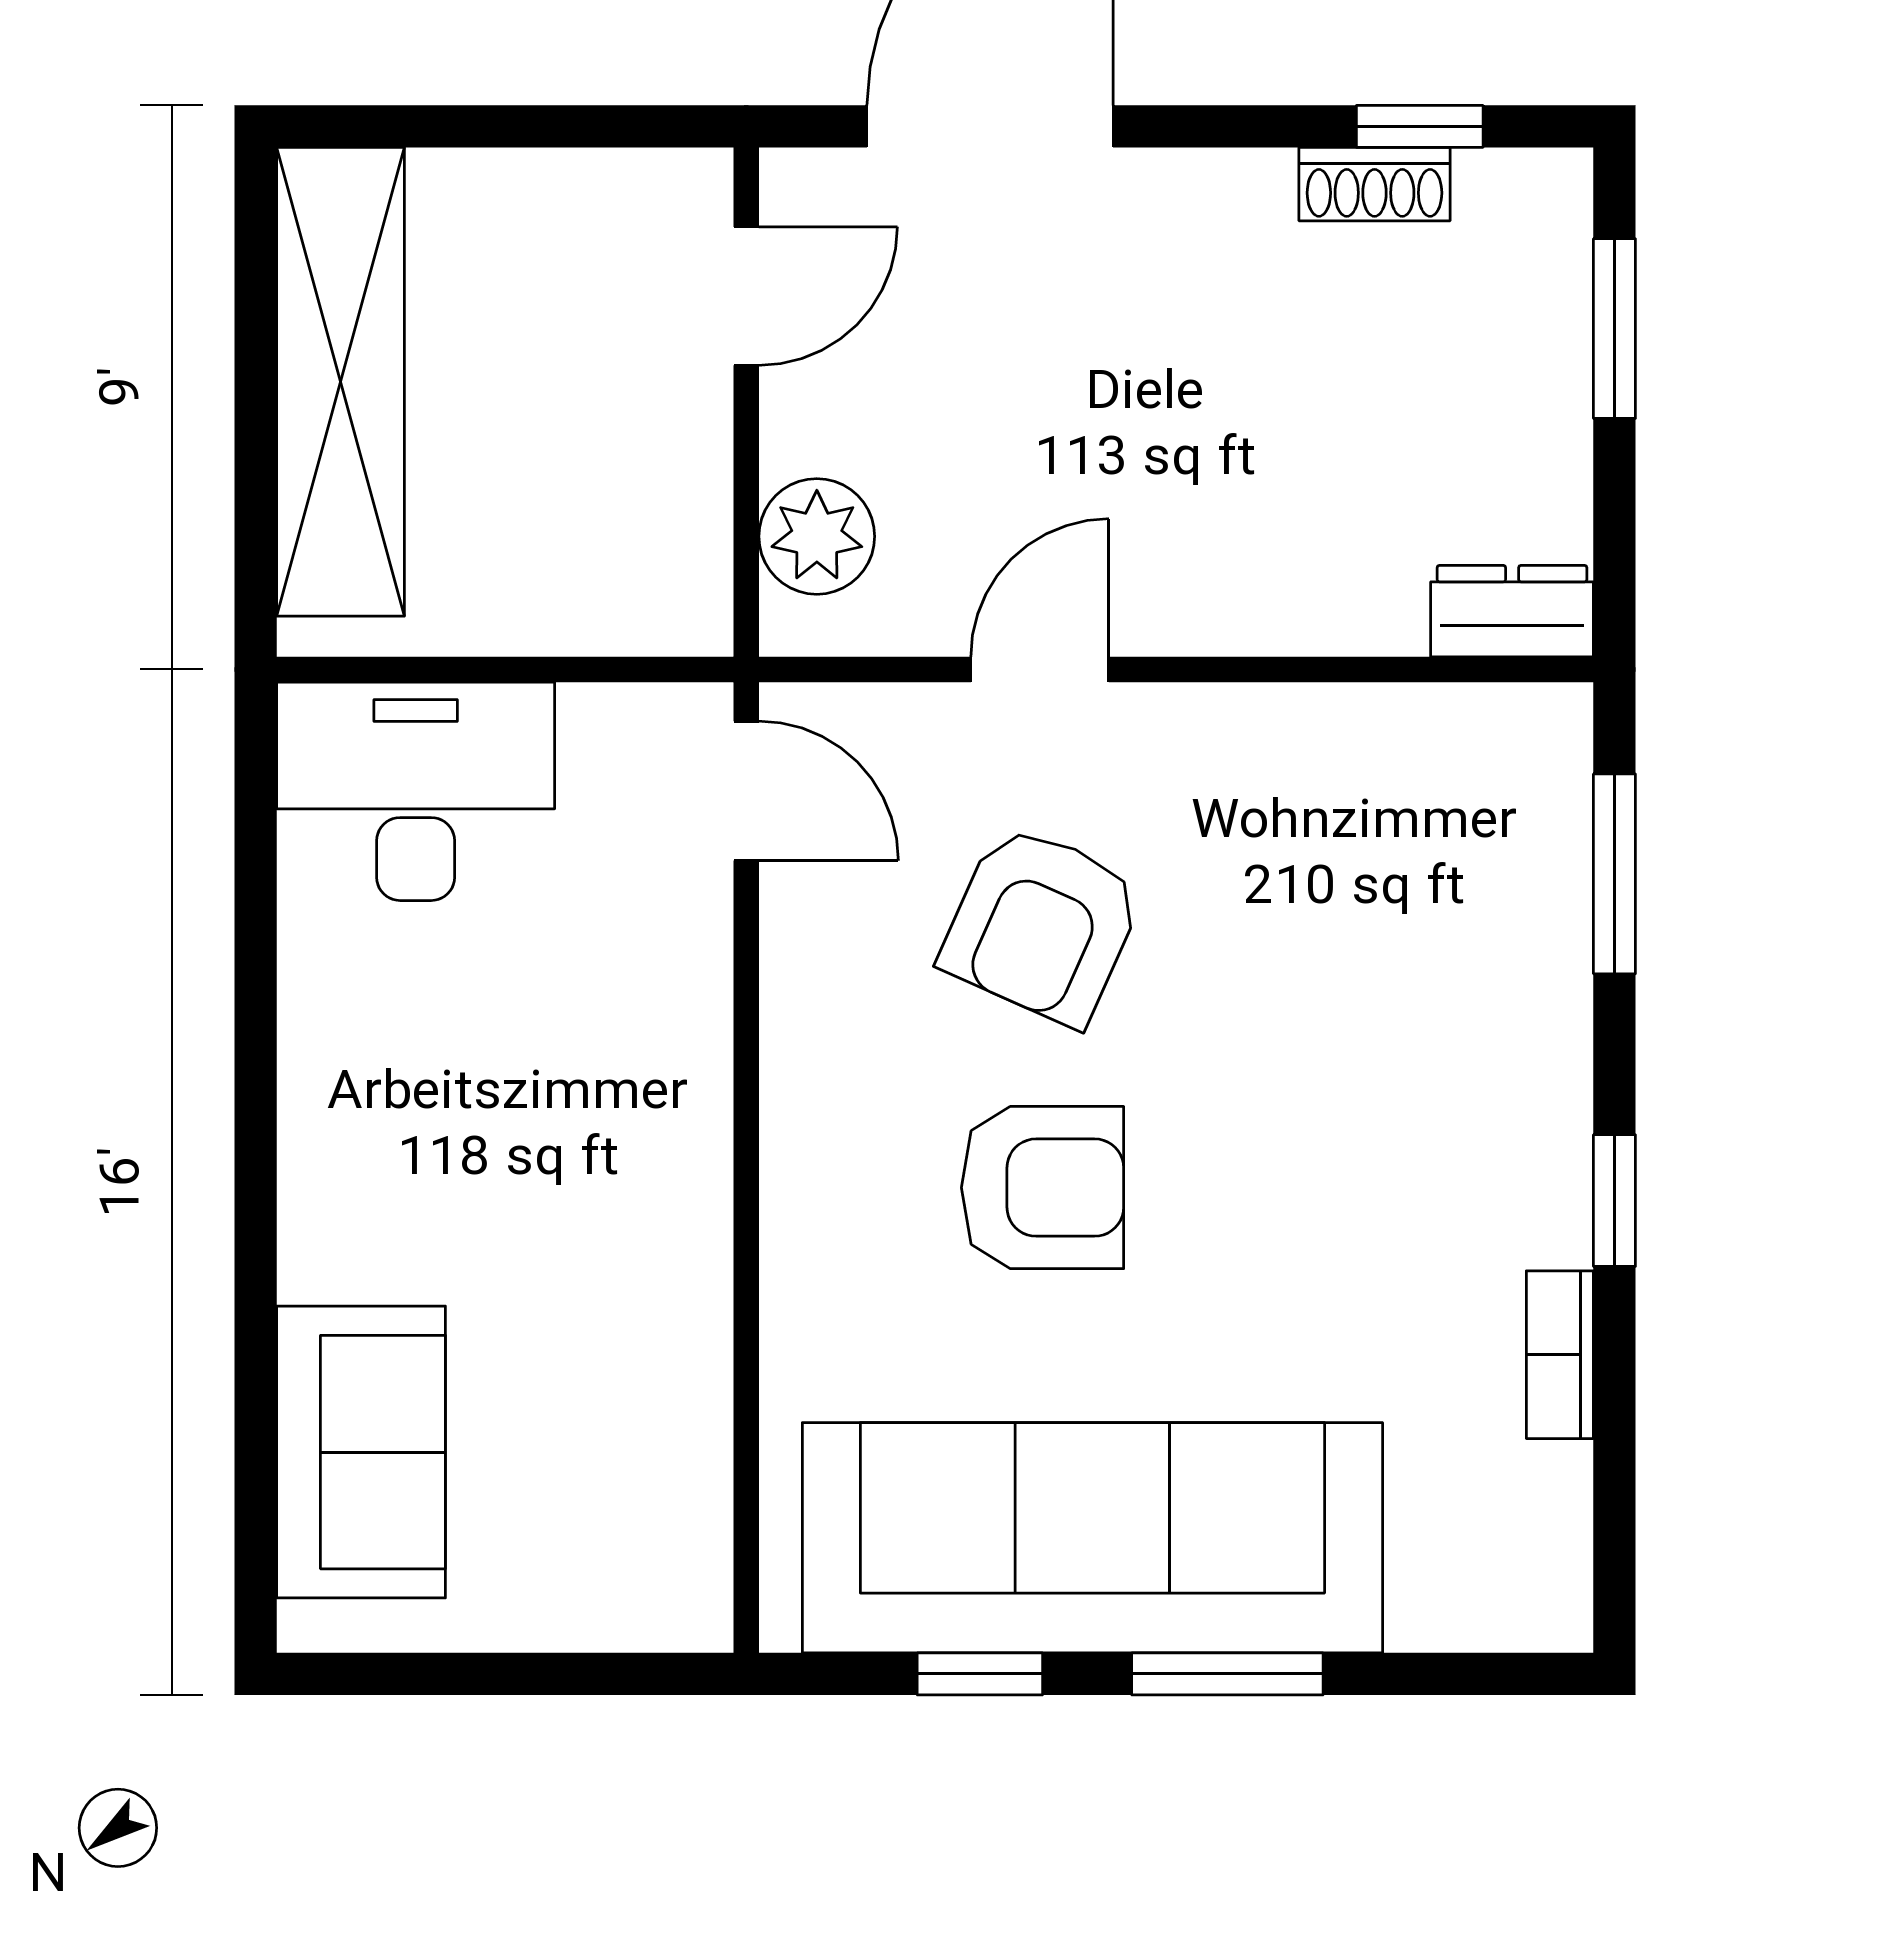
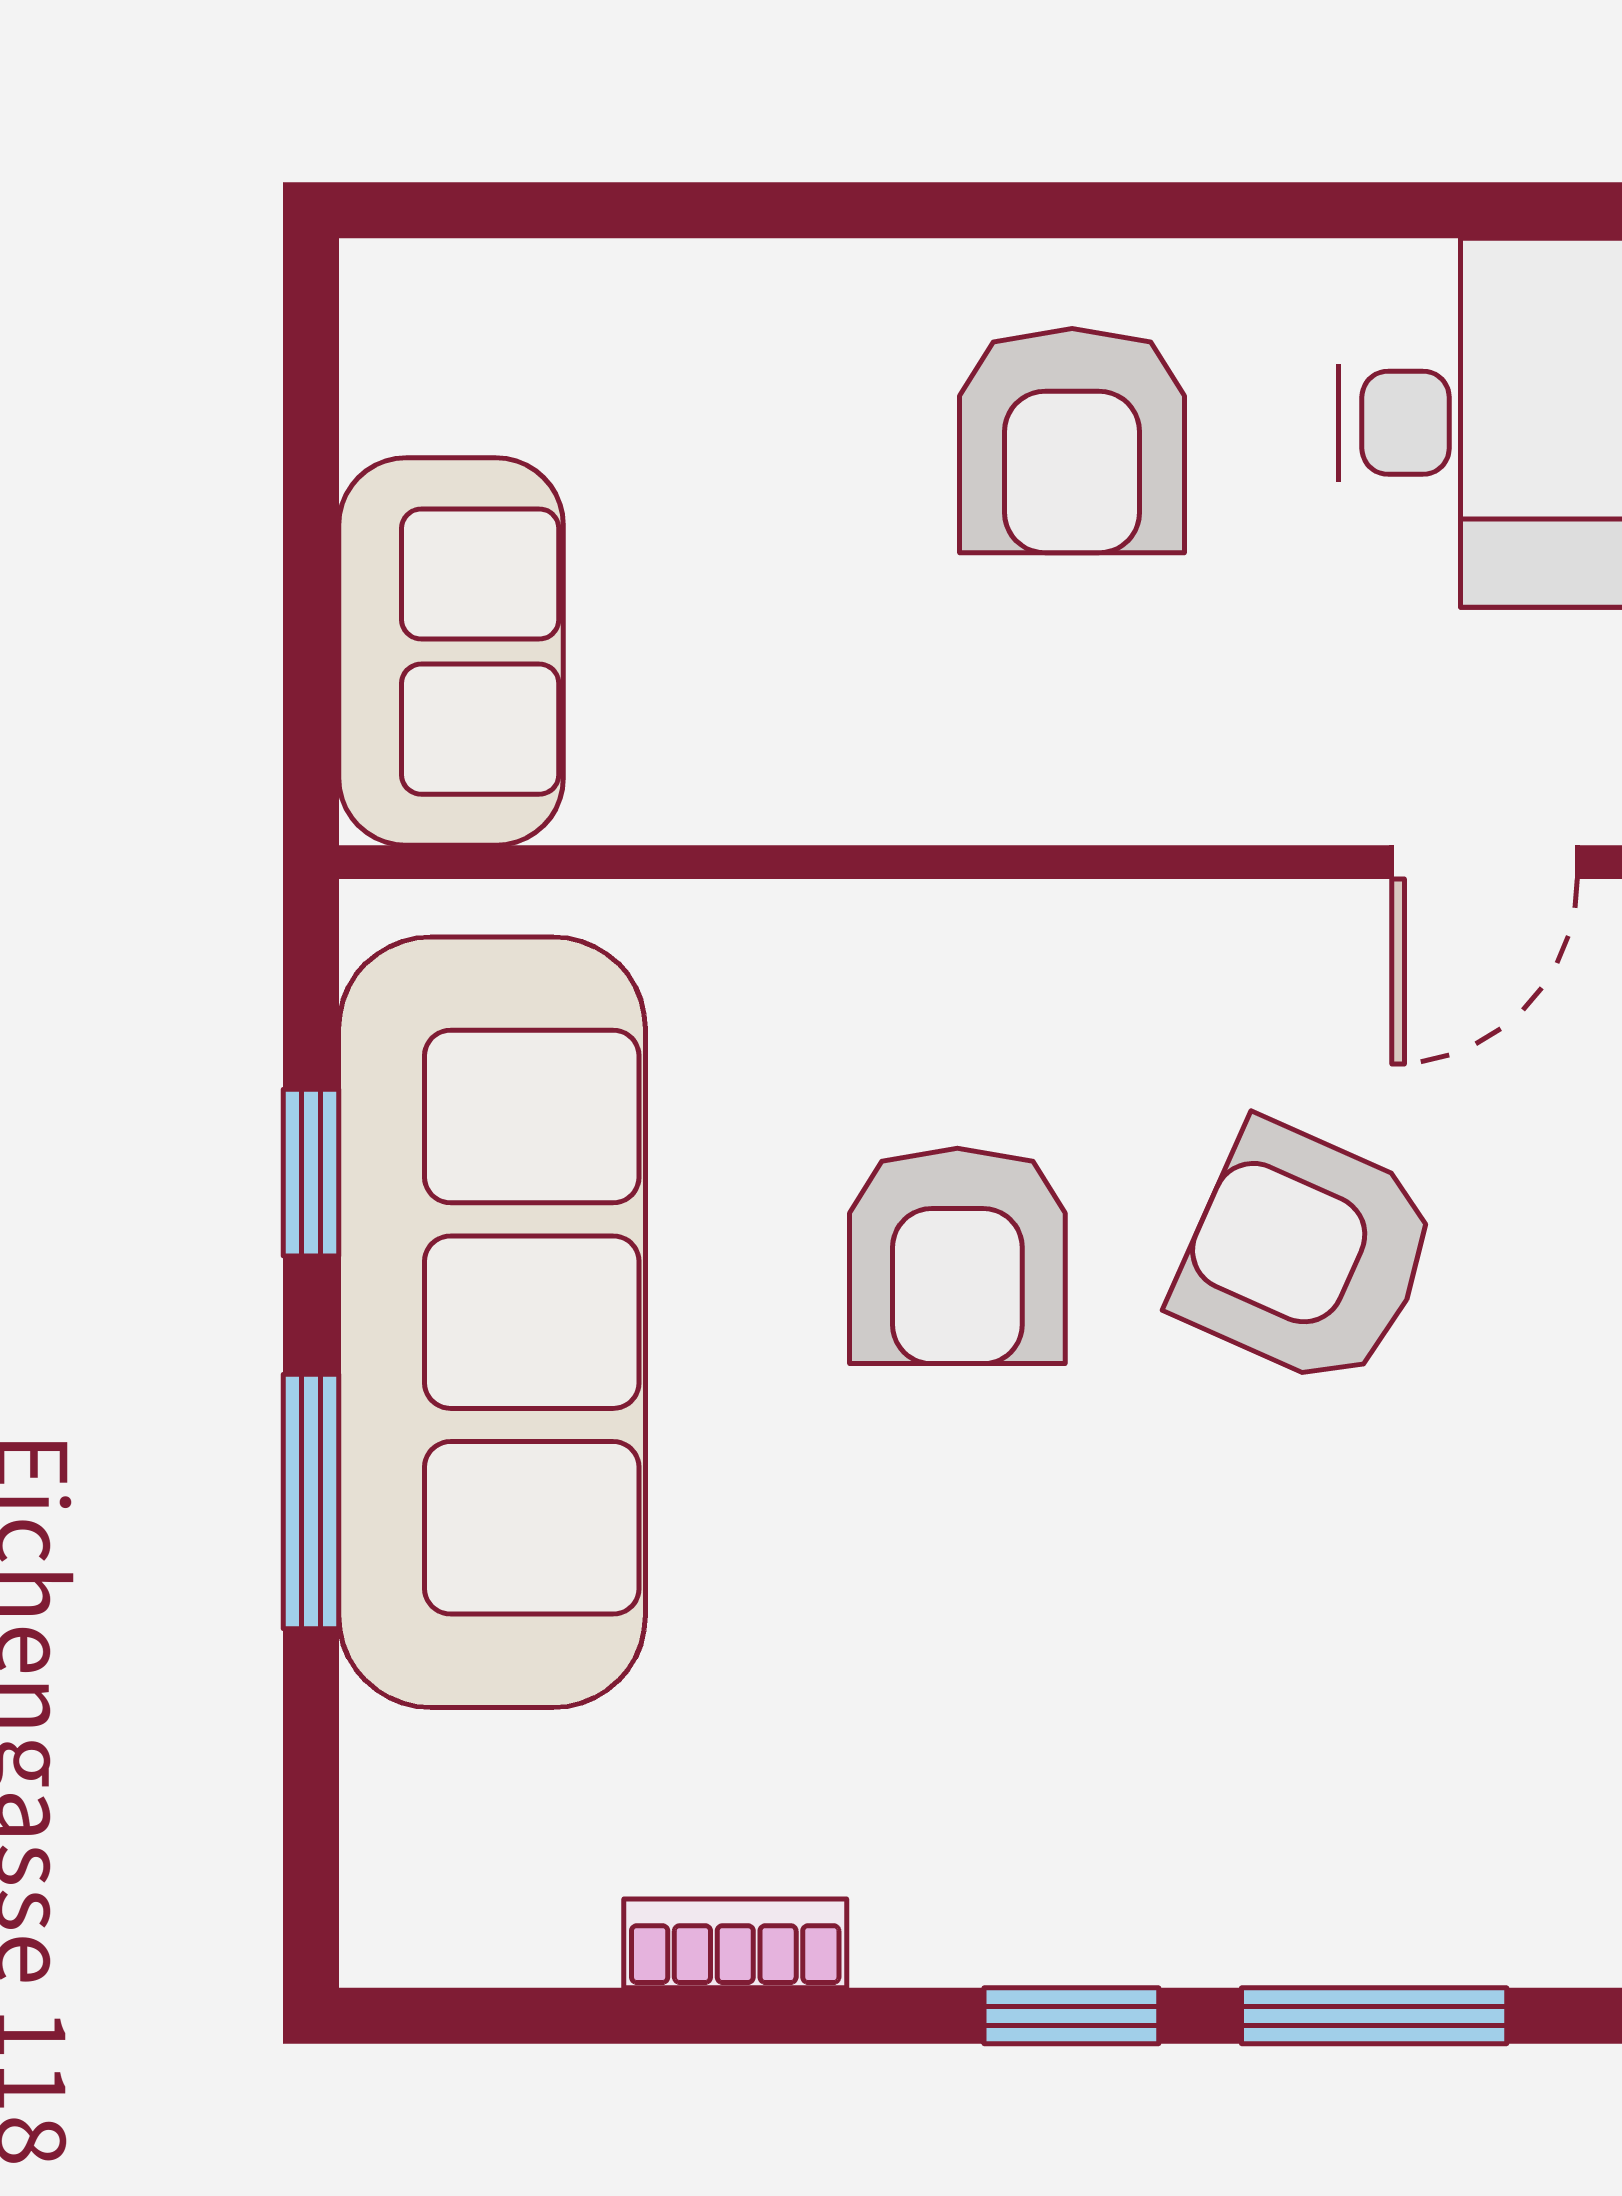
armchair: (429, 1101) -> (1072, 441), added
window: (1614, 1201) -> (1071, 2016), moved
sofa: (361, 1452) -> (451, 652), moved, turned -90

